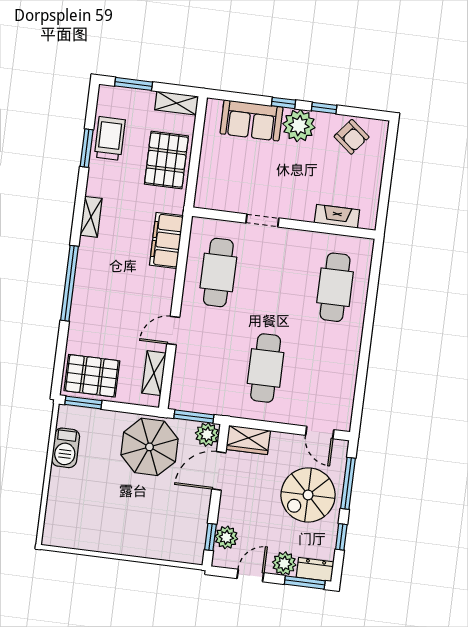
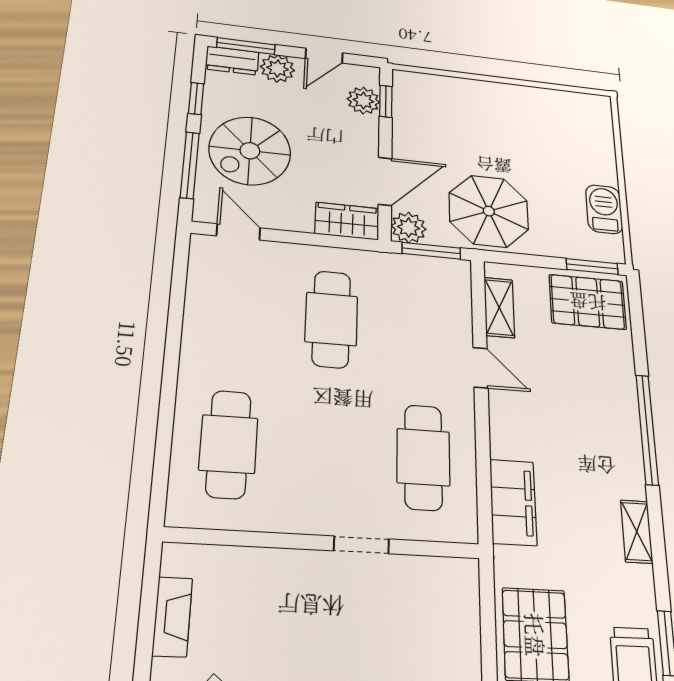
fireplace: (337, 216) -> (172, 617), moved, turned -90
door: (173, 331) -> (481, 368), hinge flipped
spiral stairs: (308, 495) -> (250, 151), turned 180

